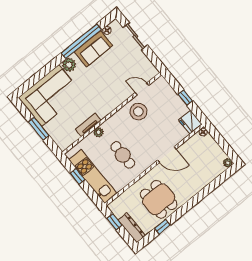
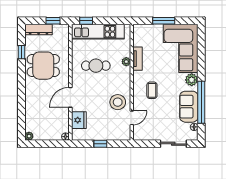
coffee table: (105, 91) -> (152, 90), added
fridge: (190, 122) -> (79, 120), moved, turned 90
window: (78, 176) -> (86, 21), moved

